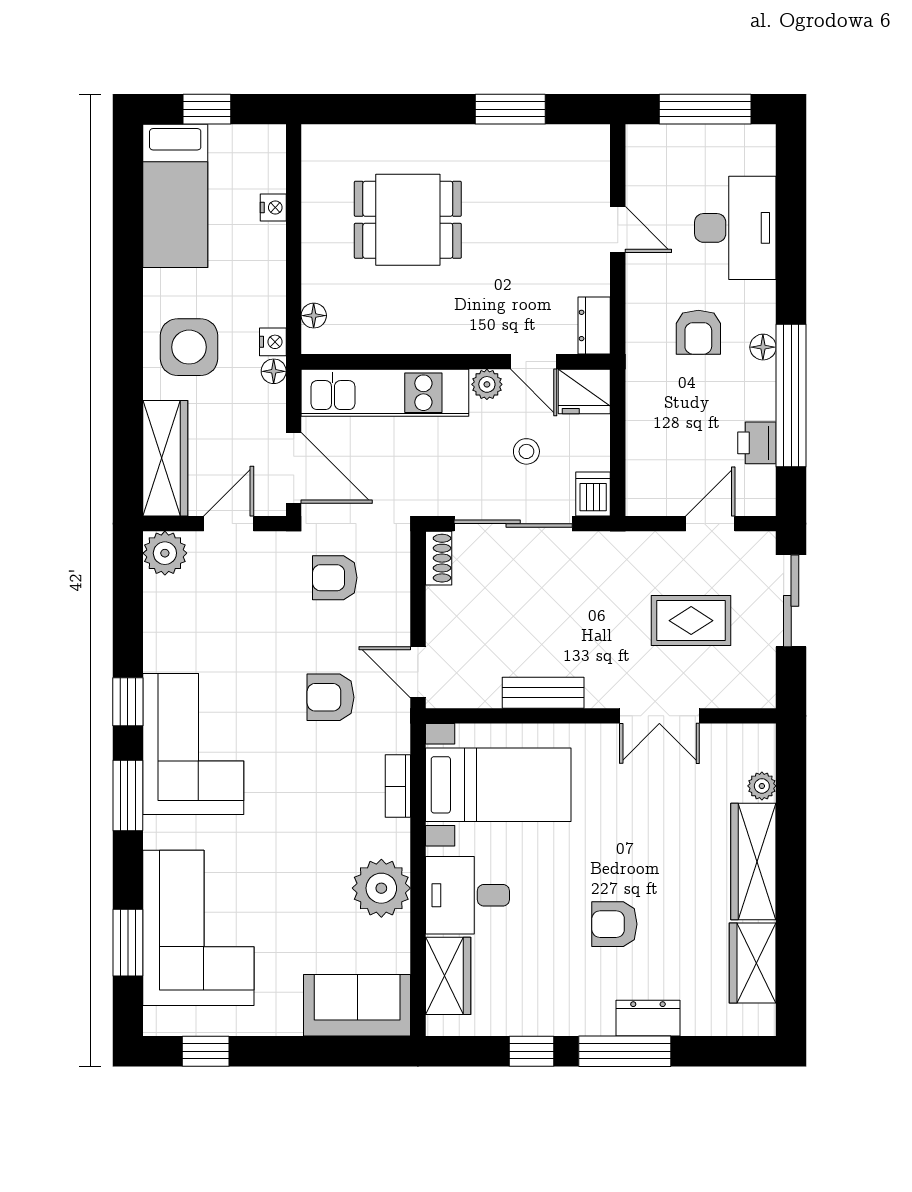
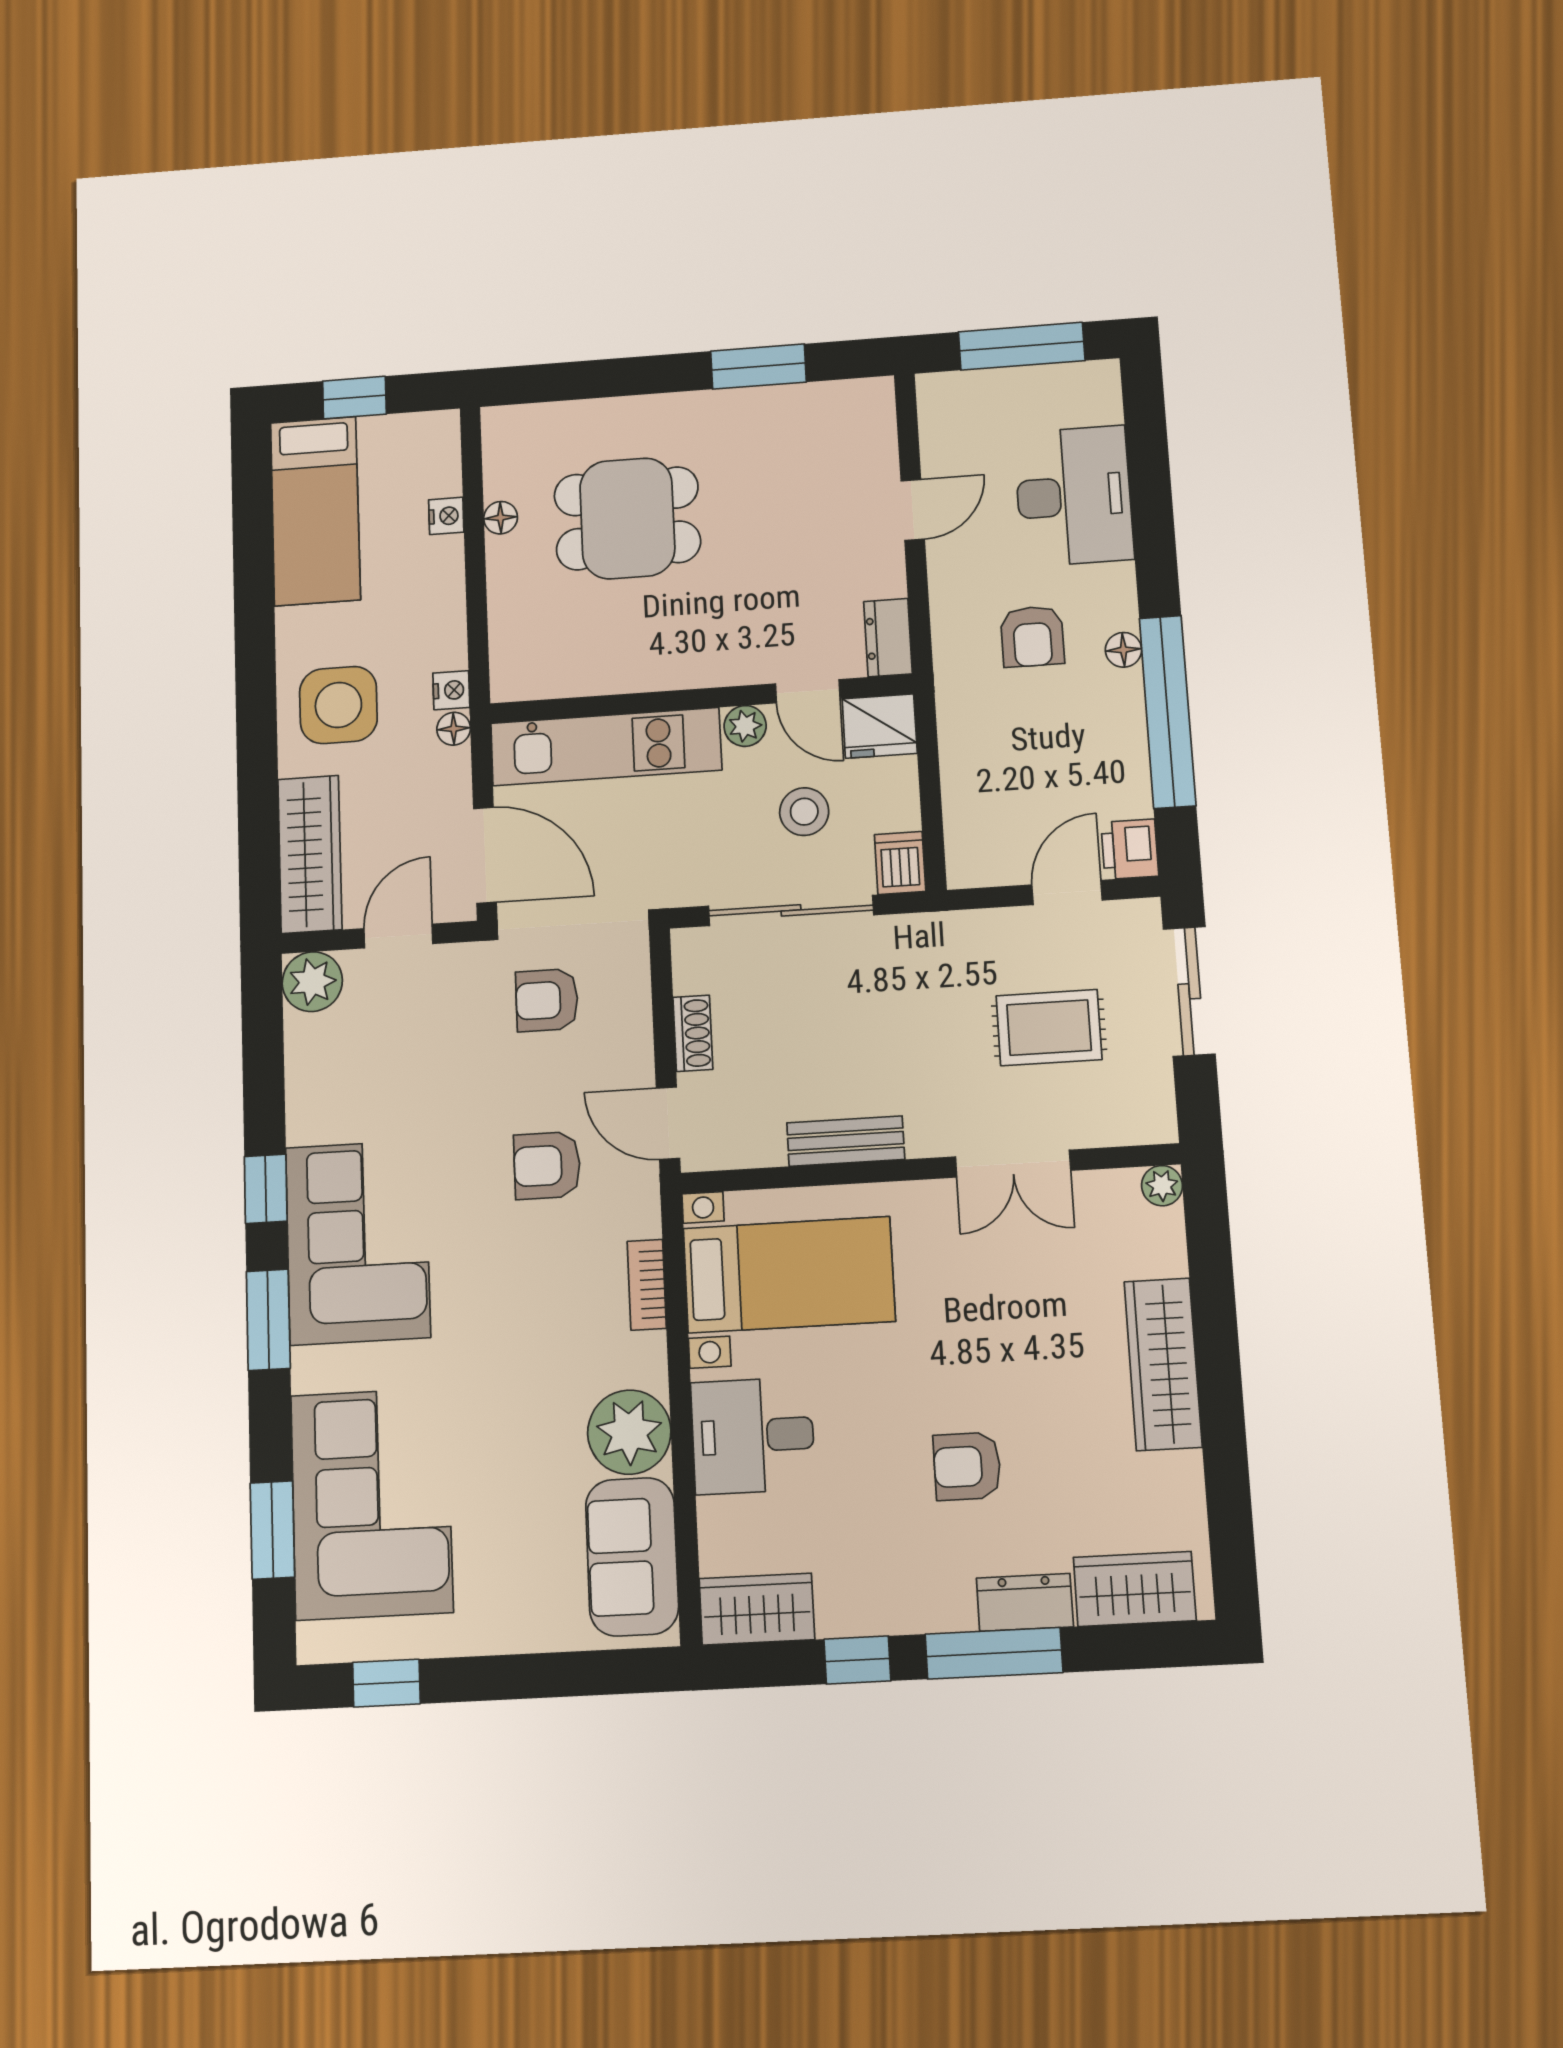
door: (618, 230) -> (913, 510), hinge flipped
floor lamp: (314, 316) -> (501, 518), moved
printer: (757, 443) -> (1130, 849), moved
stool: (526, 451) -> (804, 812), width x1.37, depth x1.37
shoe rack: (439, 558) -> (693, 1033), moved
plant: (762, 786) -> (1162, 1186), moved
wardrobe: (753, 963) -> (1135, 1589), moved, turned 90
wardrobe: (448, 976) -> (757, 1609), moved, turned -90
sofa: (357, 1005) -> (632, 1557), moved, turned -90

